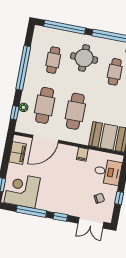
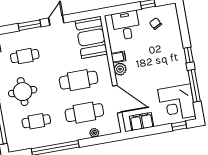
window: (15, 113) -> (103, 139), removed
plant: (71, 152) -> (120, 69), added
double door: (91, 223) -> (183, 23), removed

